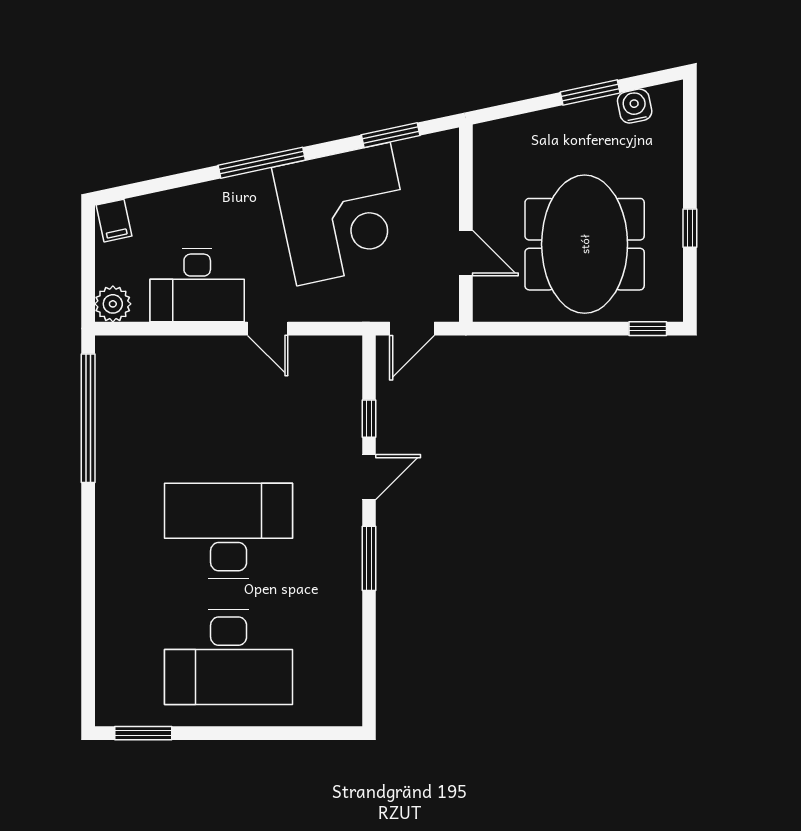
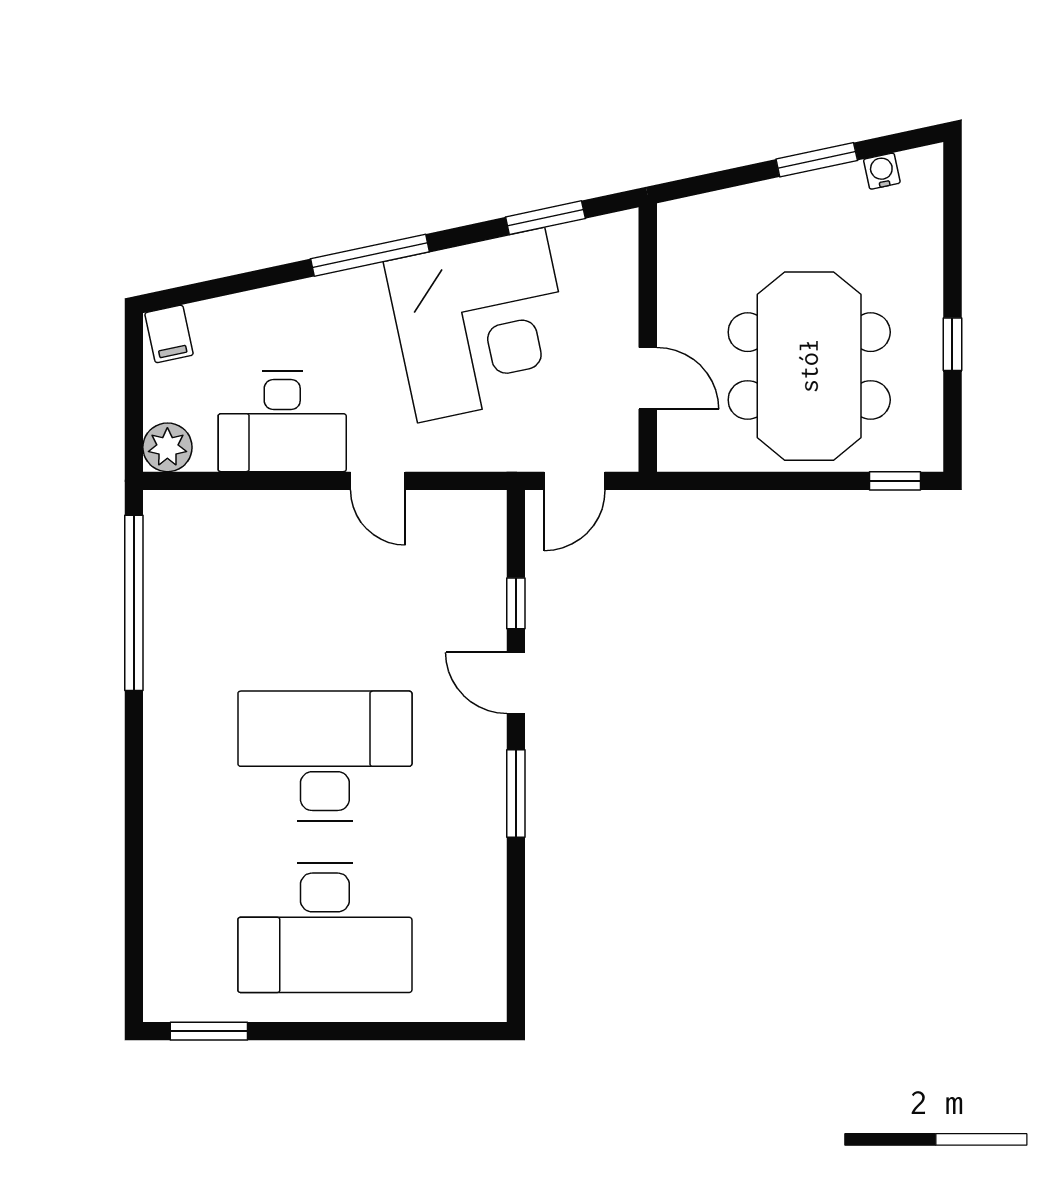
water cooler: (635, 106) -> (882, 171), width x0.72, depth x0.72
door: (369, 477) -> (516, 683), swing flipped

